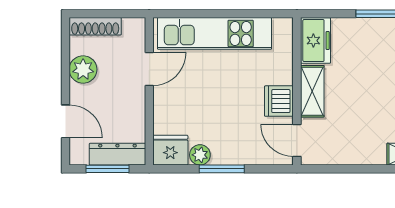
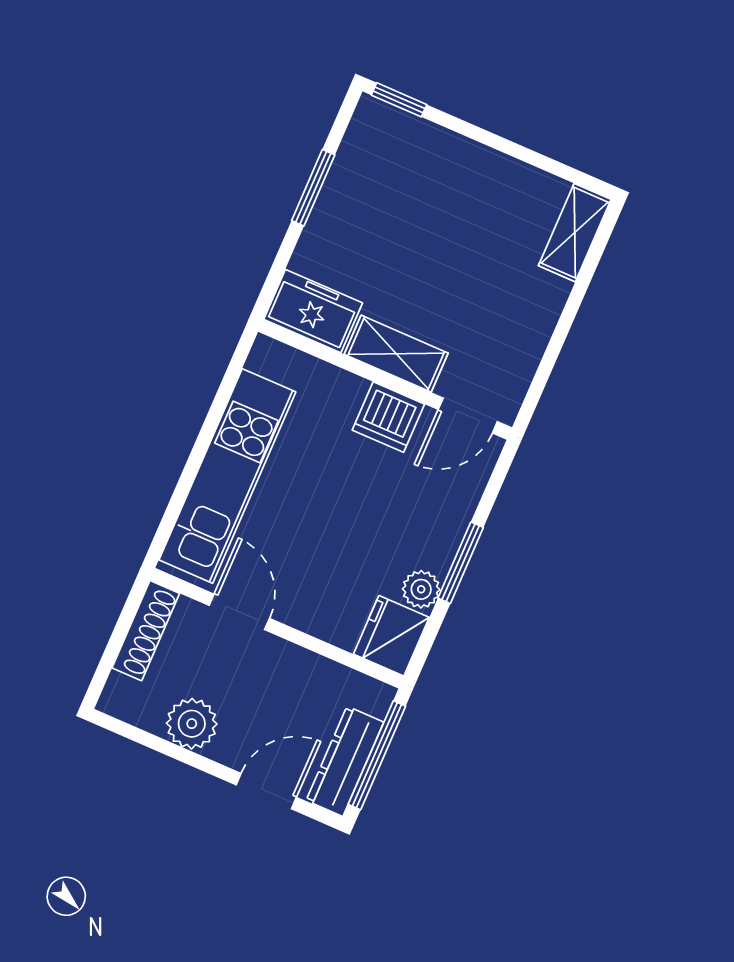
shoe rack: (95, 26) -> (146, 631), moved
dresser: (117, 154) -> (345, 761), moved
window: (108, 169) -> (377, 755), width x1.44

